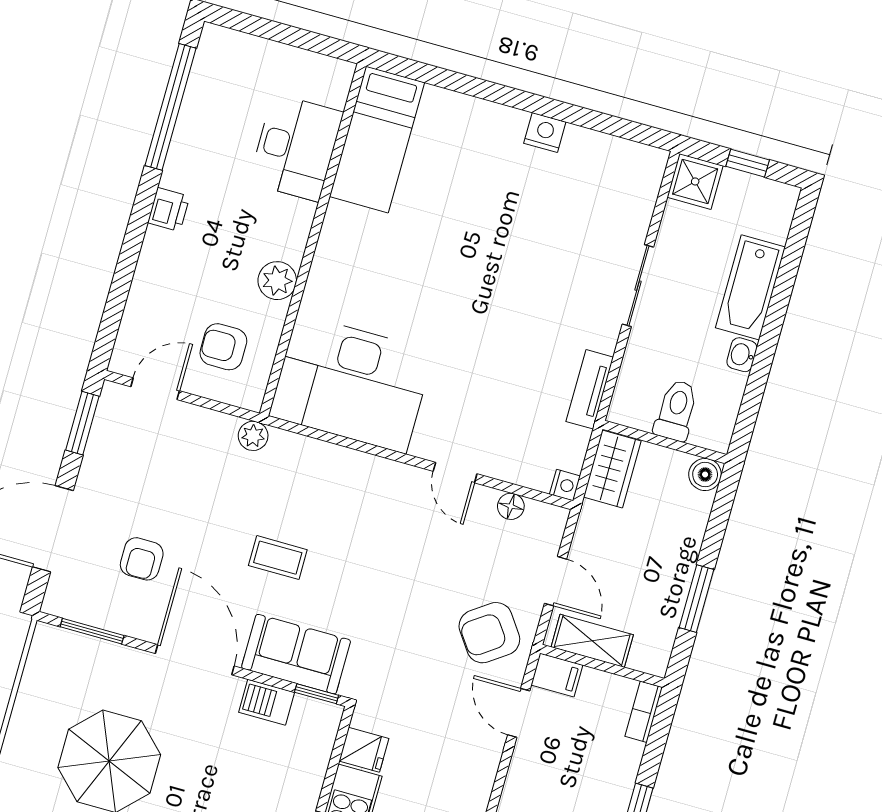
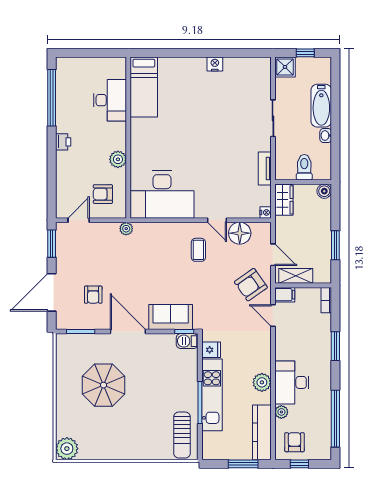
floor lamp: (511, 506) -> (240, 233), width x1.89, depth x1.89
coffee table: (278, 558) -> (198, 250), moved, turned 90
barbecue: (267, 702) -> (187, 341), moved

